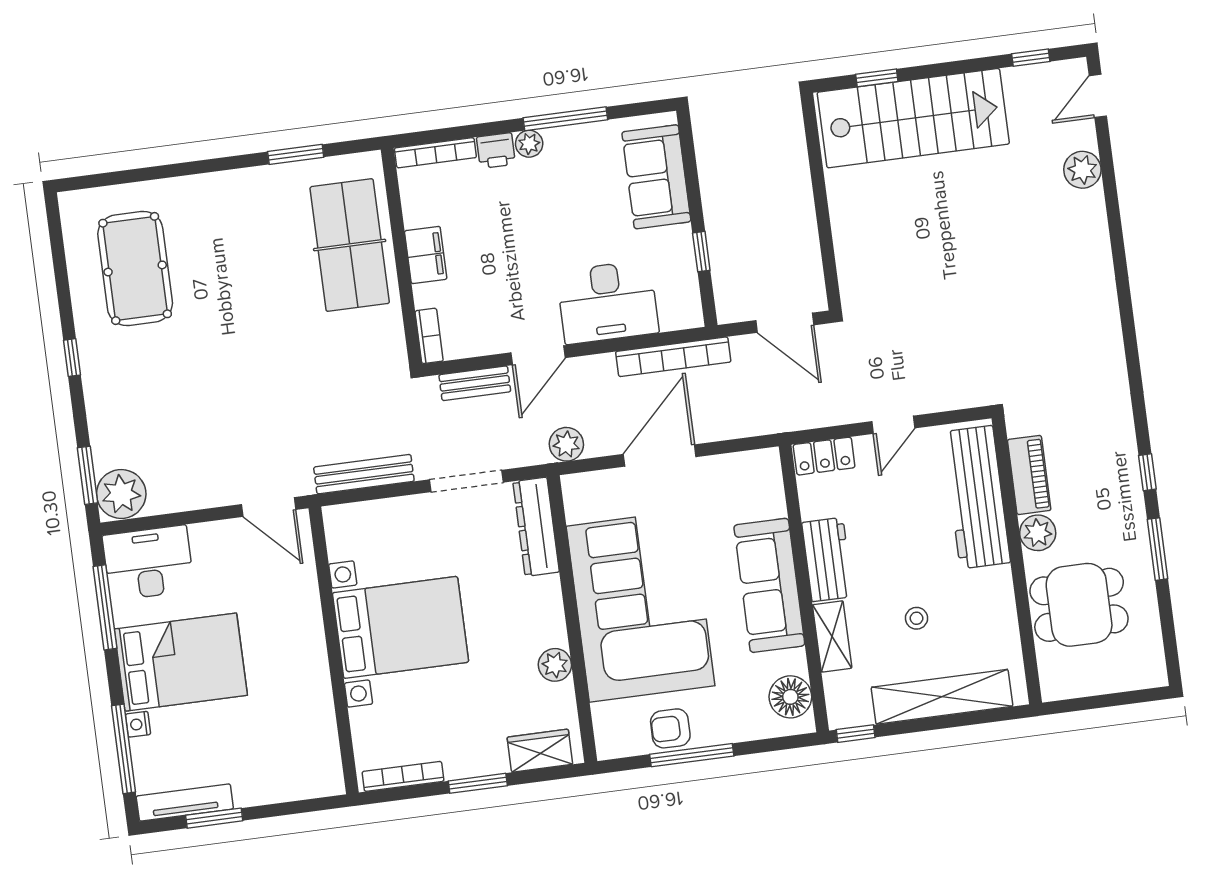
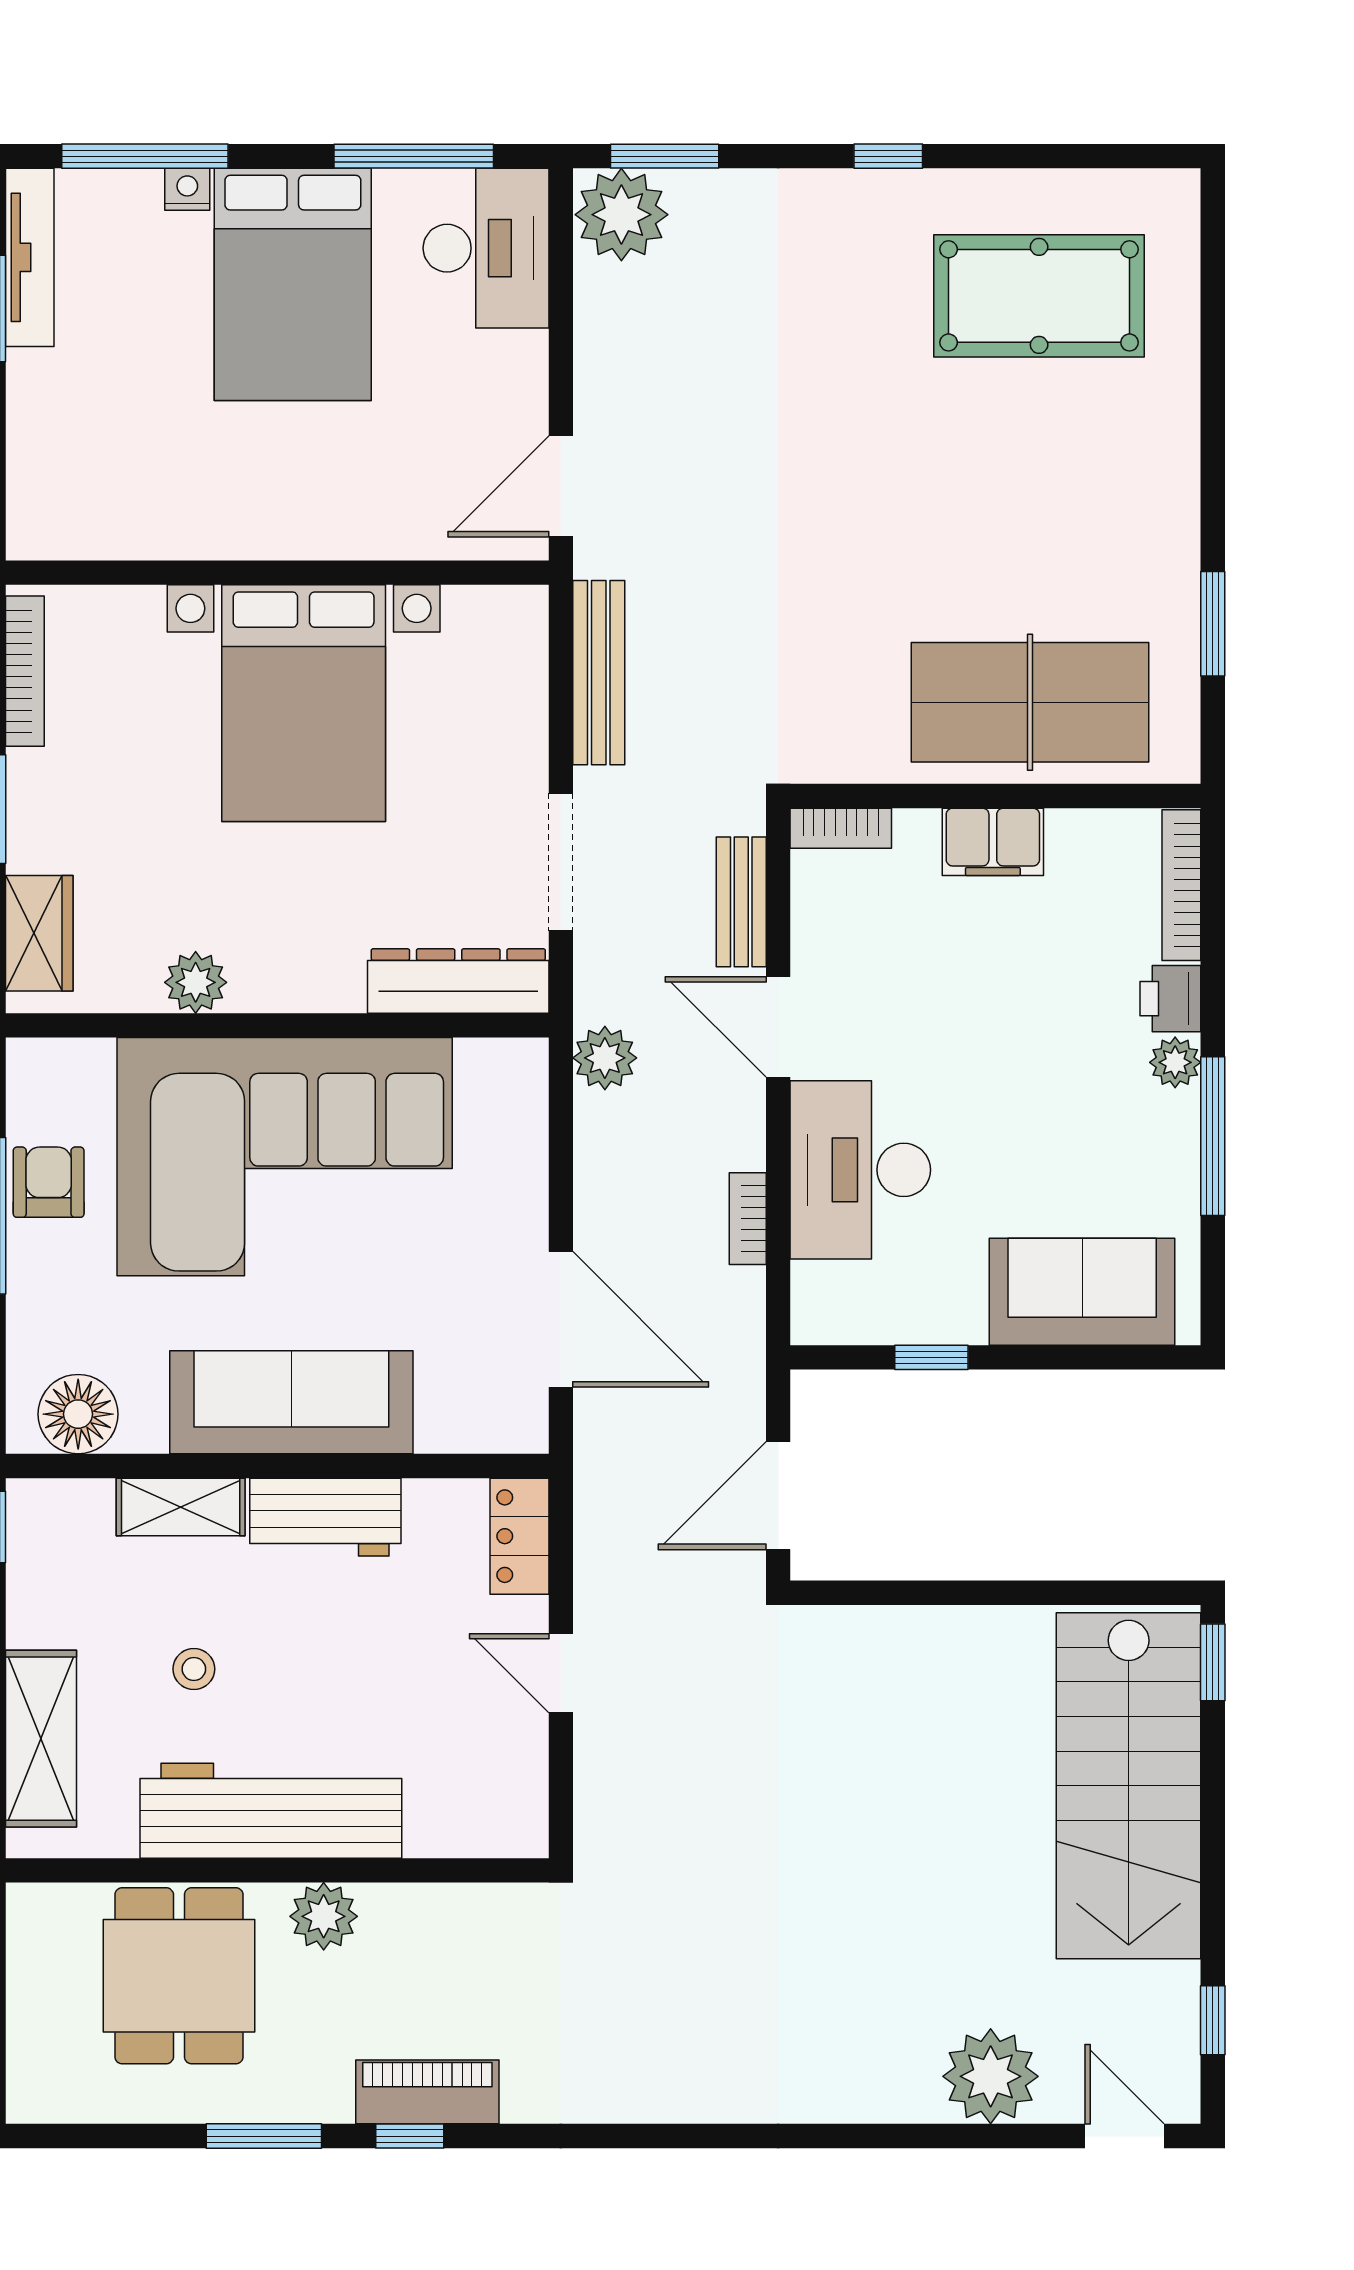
window: (877, 78) -> (1213, 1662), moved
plant: (1082, 170) -> (991, 2076), width x1.36, depth x1.36
bookcase: (673, 357) -> (748, 1219), width x0.43, depth x0.76
door: (660, 456) -> (561, 1319), moved
piano: (1029, 475) -> (427, 2092), moved, turned 180
workbench: (976, 497) -> (271, 1811), moved
shelving: (942, 697) -> (41, 1739), width x0.68

